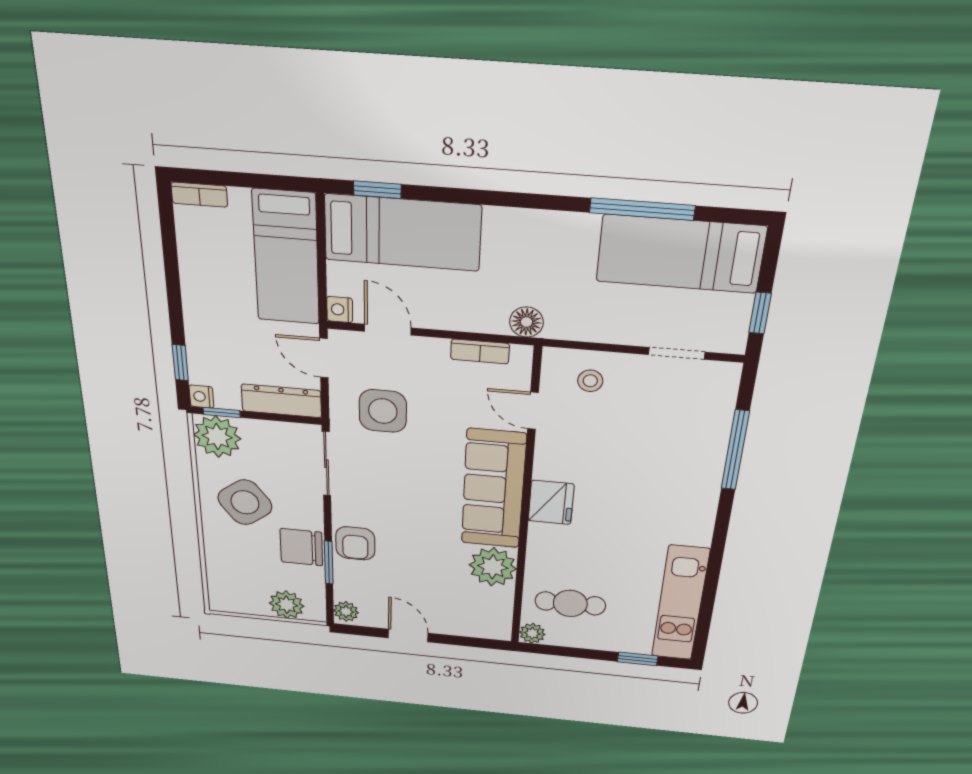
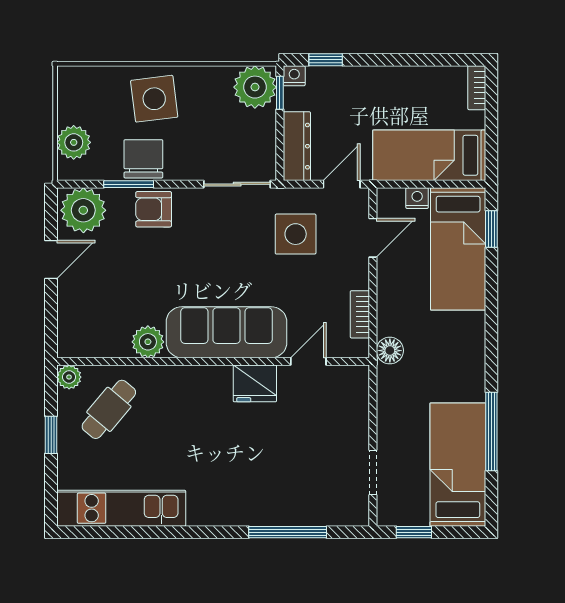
nightstand: (340, 309) -> (417, 198), moved
stool: (590, 381) -> (341, 406), removed
side table: (245, 502) -> (154, 99), moved, turned 30
fridge: (551, 502) -> (255, 383), moved
plant: (493, 567) -> (148, 342), width x0.73, depth x0.73
cafe table: (570, 603) -> (109, 409), turned 40
plant: (346, 612) -> (83, 210), width x1.87, depth x1.87
window: (638, 659) -> (51, 435), moved

